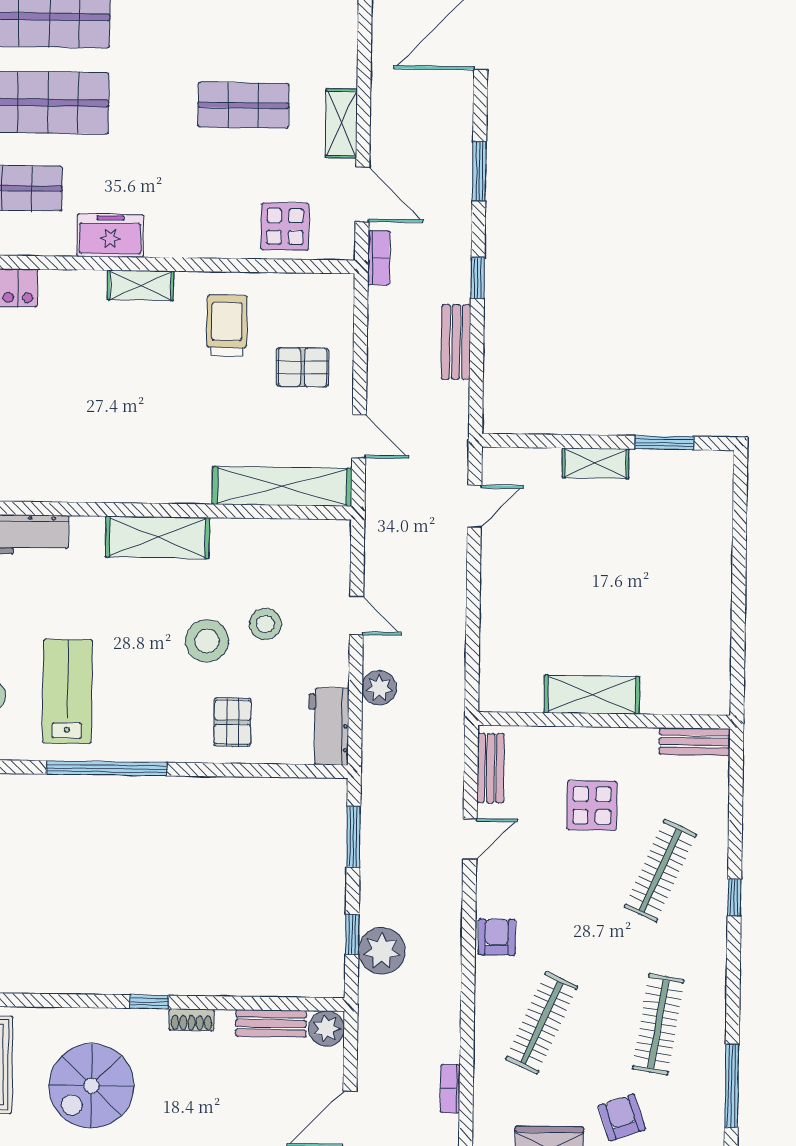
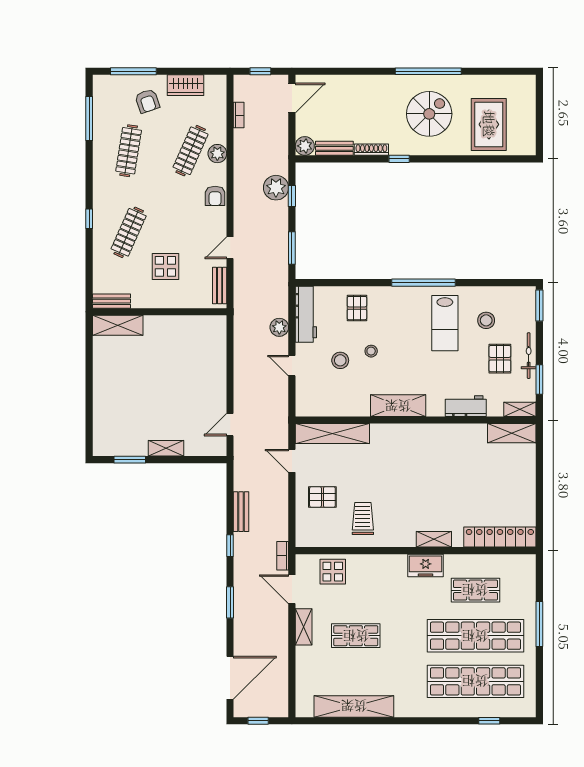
shelving: (141, 285) -> (434, 539), moved
trolley: (227, 326) -> (363, 519), turned 180
stool: (207, 641) -> (371, 351), width x0.53, depth x0.53
shelving: (592, 695) -> (118, 325), moved
workbench: (329, 726) -> (306, 314), width x1.38
plant: (491, 1017) -> (217, 154), added
shoe rack: (192, 1020) -> (371, 150), width x1.43

